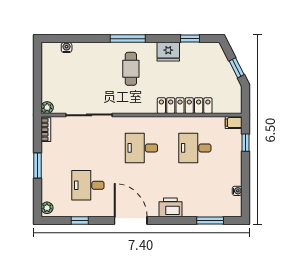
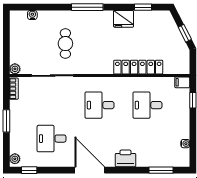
cafe table: (131, 69) -> (65, 44), moved
window: (80, 220) -> (29, 170), moved

